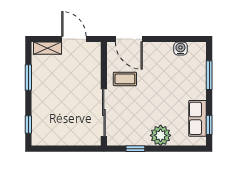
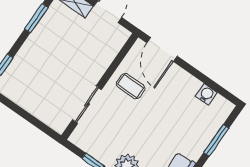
sliding door: (104, 112) -> (87, 105), width x0.73

